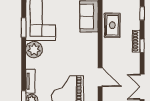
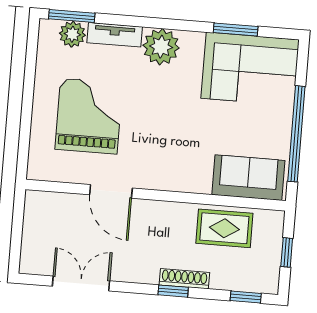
plant: (34, 50) -> (161, 47), moved
door: (100, 77) -> (111, 191), hinge flipped

